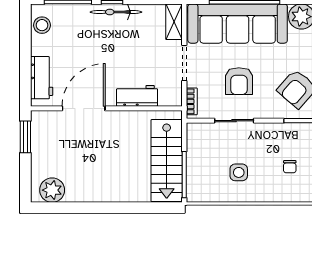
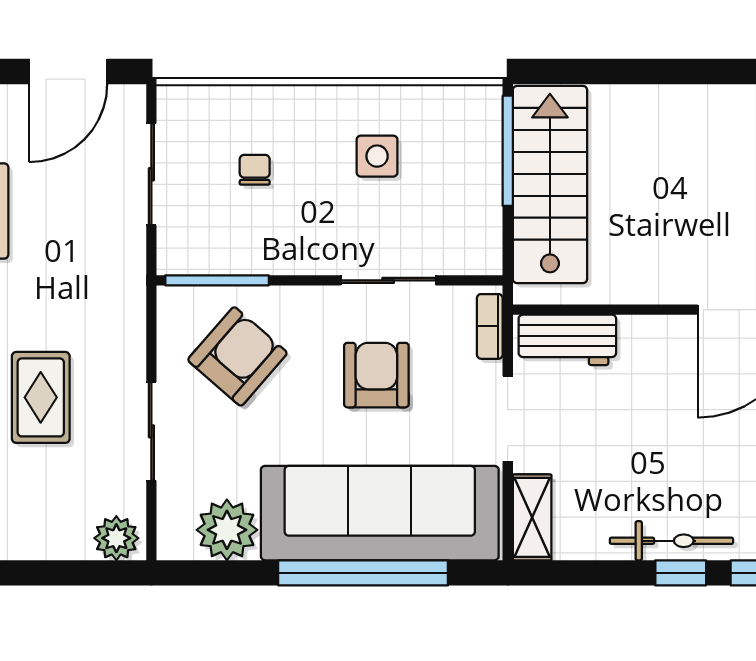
workbench: (137, 96) -> (567, 340), moved

